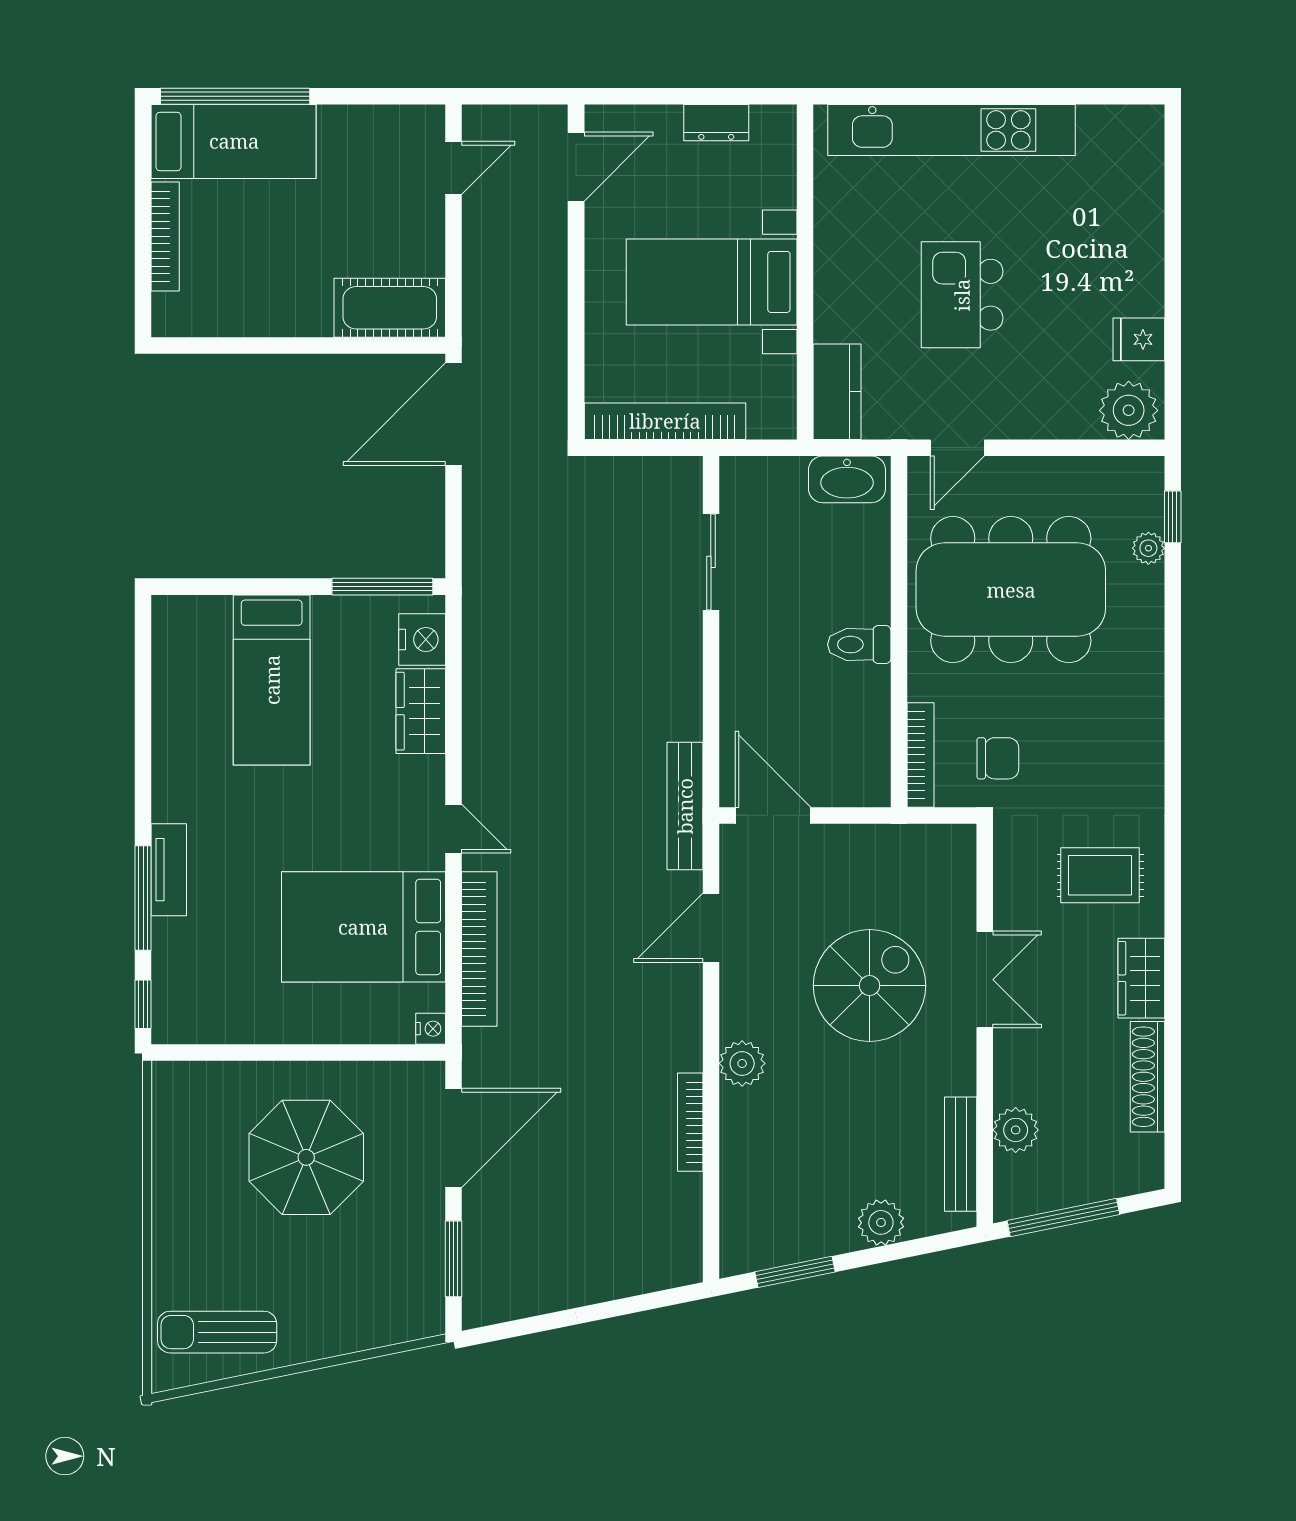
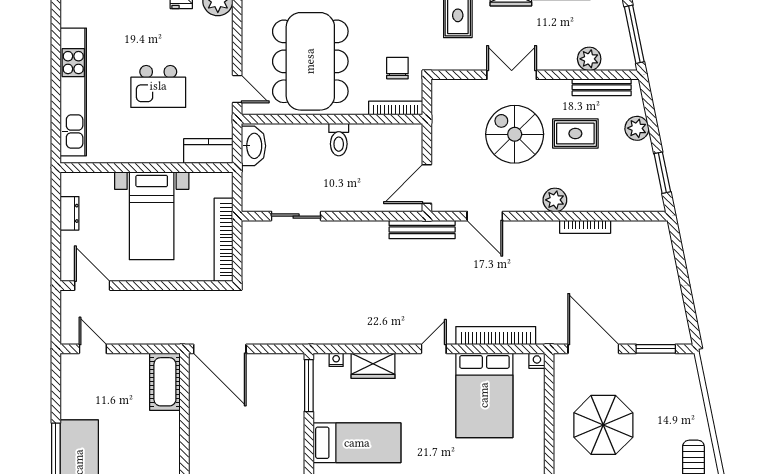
nightstand: (422, 640) -> (336, 360), width x0.53, depth x0.56
rug: (871, 1103) -> (575, 134), added

